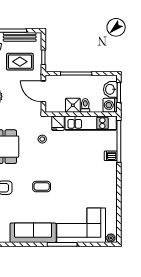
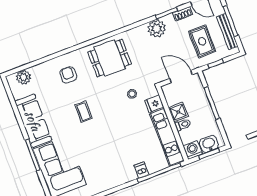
door: (43, 91) -> (181, 77), hinge flipped

